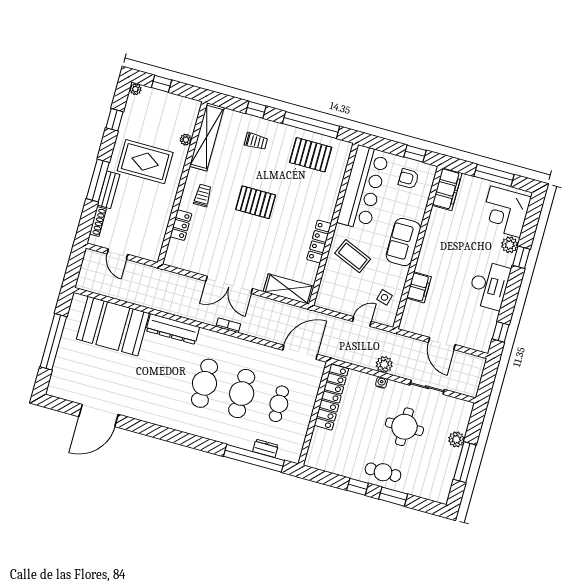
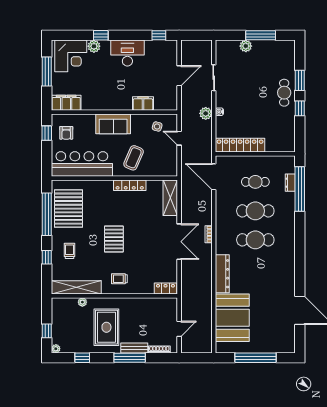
pallet: (311, 155) -> (68, 209), width x1.37, depth x1.41
locker: (181, 225) -> (165, 289), moved
round table: (404, 427) -> (247, 86), removed

